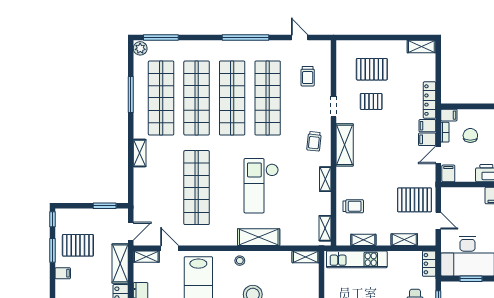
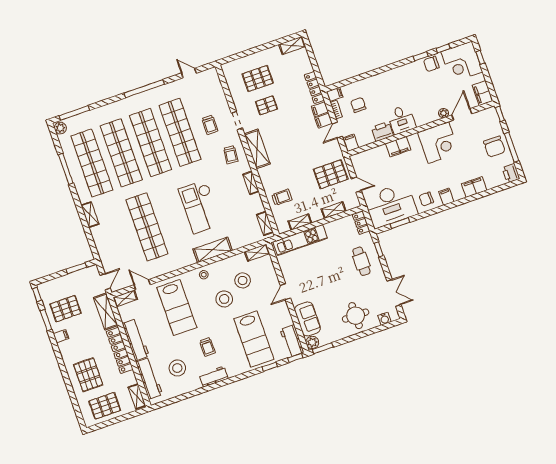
trolley: (308, 76) -> (210, 125), moved
stool: (280, 281) -> (243, 280), added

